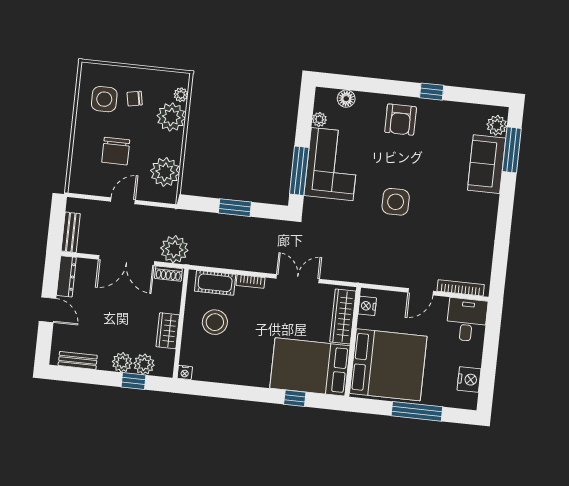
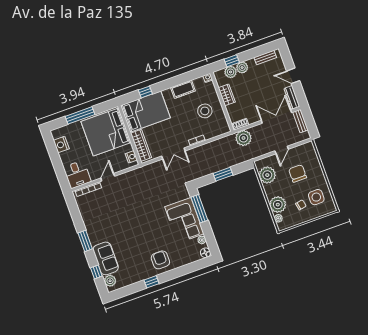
floor lamp: (346, 99) -> (205, 253), moved
window: (512, 150) -> (96, 272), width x0.46
side table: (396, 202) -> (143, 217), removed
window: (506, 208) -> (85, 241), added
double door: (127, 260) -> (276, 116), moved
cot: (215, 283) -> (183, 89), moved

